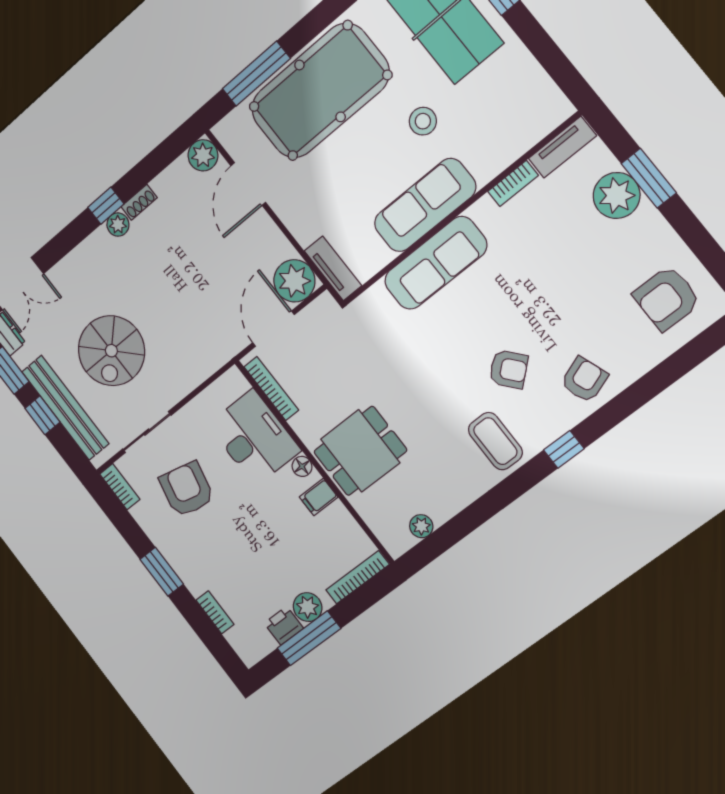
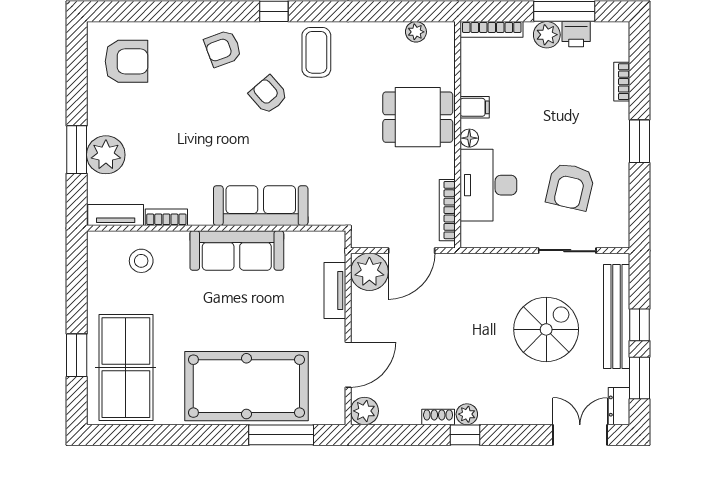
stool: (423, 121) -> (141, 261), moved
tv unit: (333, 268) -> (335, 291), moved
bookcase: (120, 487) -> (621, 227), removed

